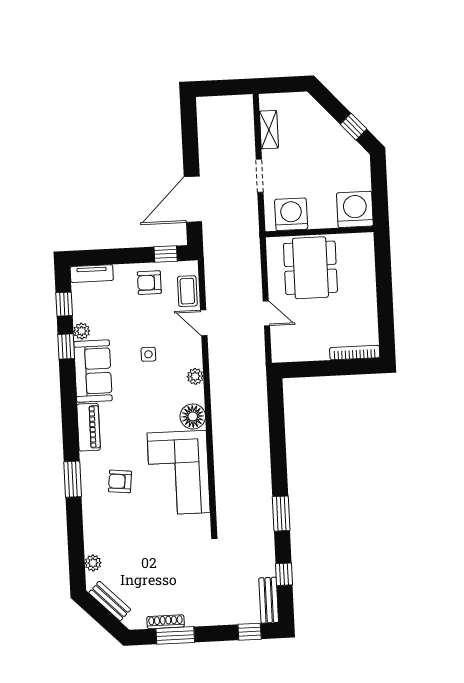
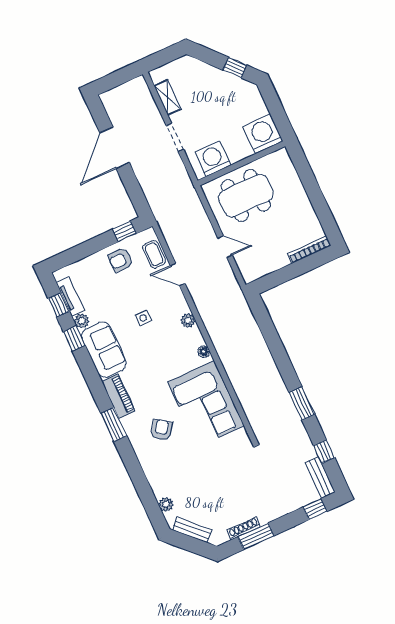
door: (193, 199) -> (115, 148), moved
dining table: (310, 268) -> (246, 196), turned 90
tv unit: (92, 274) -> (70, 296), moved, turned -90
floor lamp: (193, 416) -> (204, 352), width x0.53, depth x0.53
window: (73, 479) -> (114, 425), moved
armchair: (120, 481) -> (161, 430), turned 119

